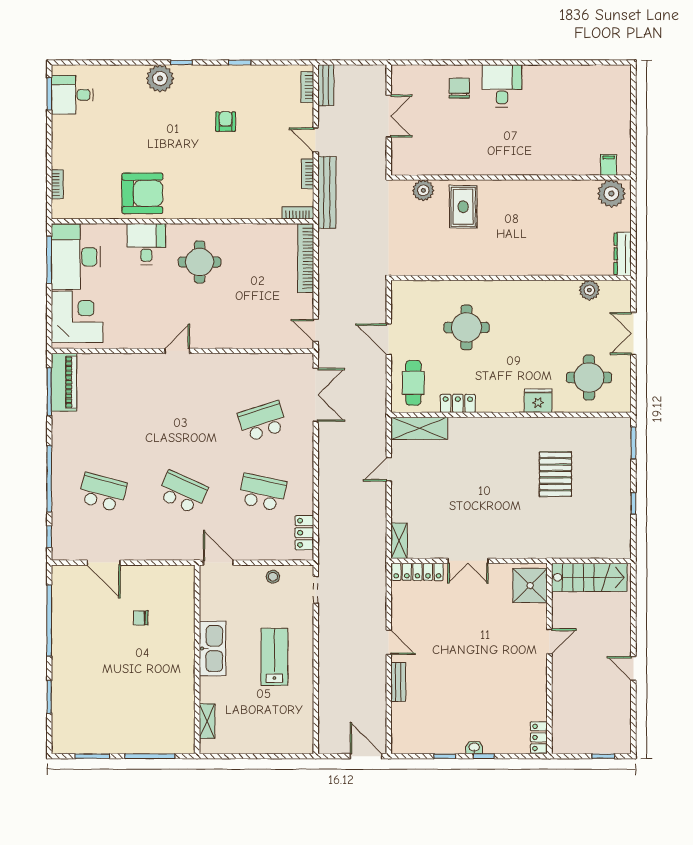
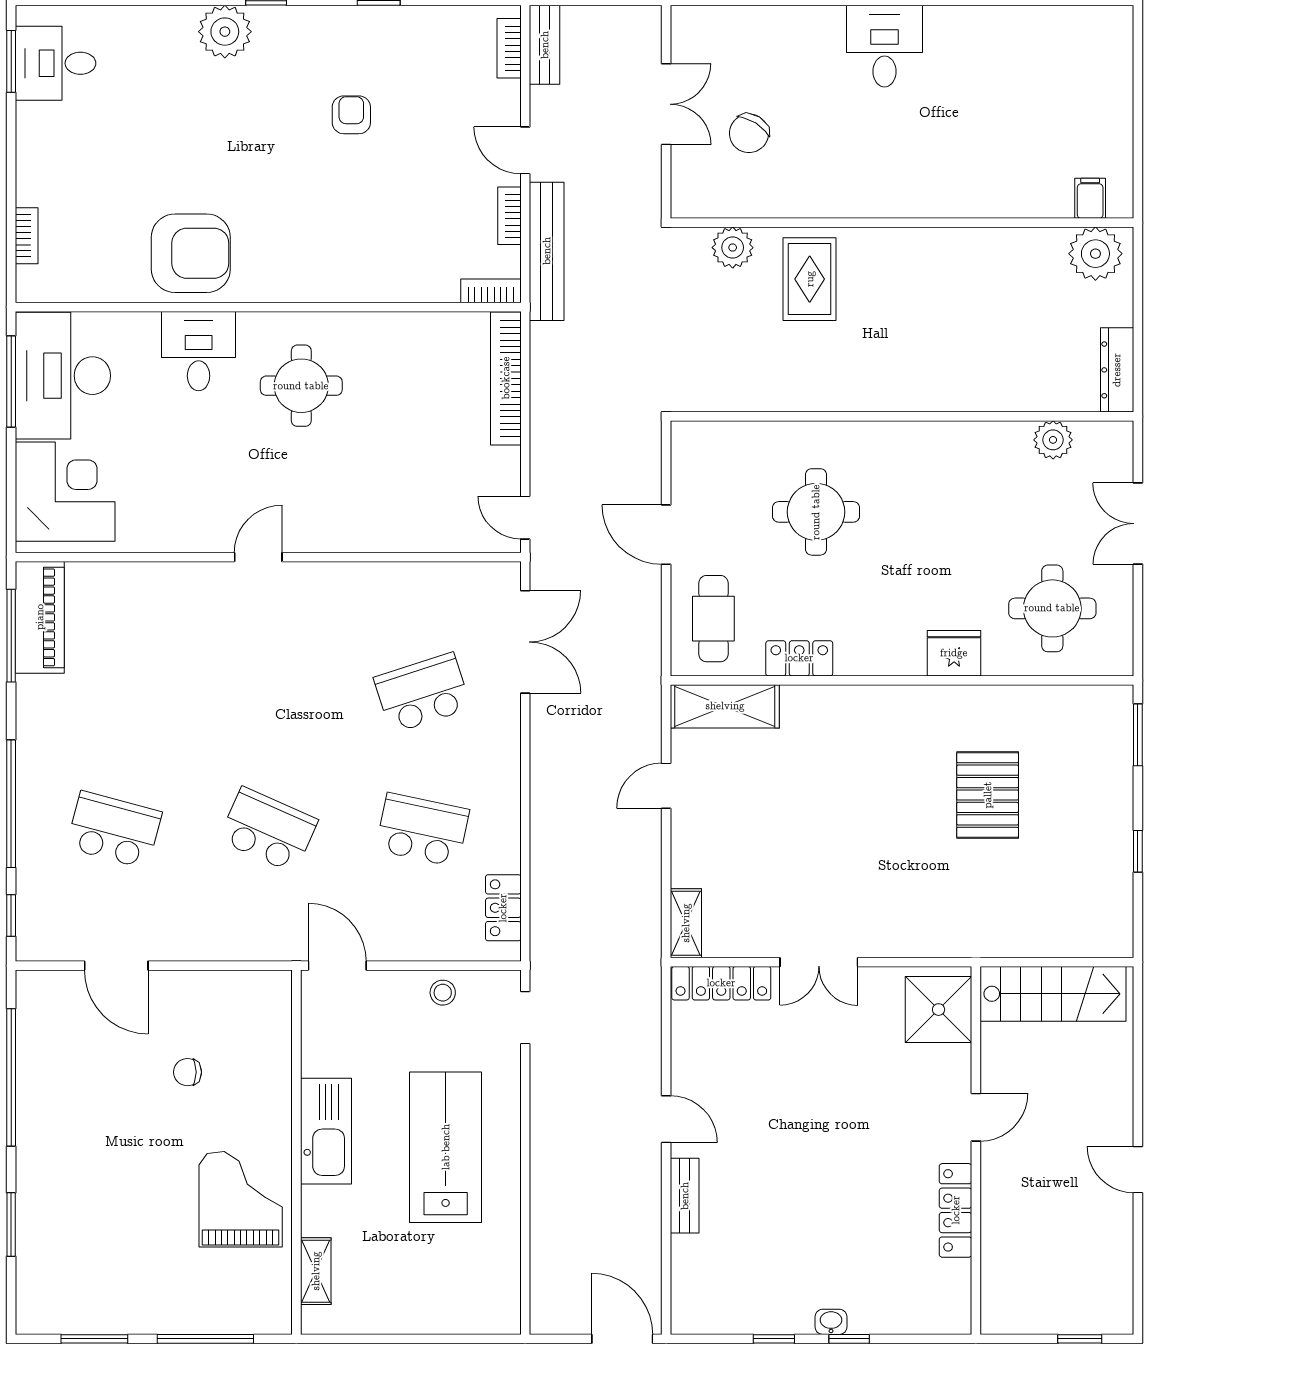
chair: (459, 88) -> (749, 133), moved, turned -148
lab bench: (274, 657) -> (446, 1147), width x1.36, depth x1.39
grand piano: (168, 684) -> (241, 1199), added
locker: (539, 737) -> (956, 1210), moved, width x1.53

